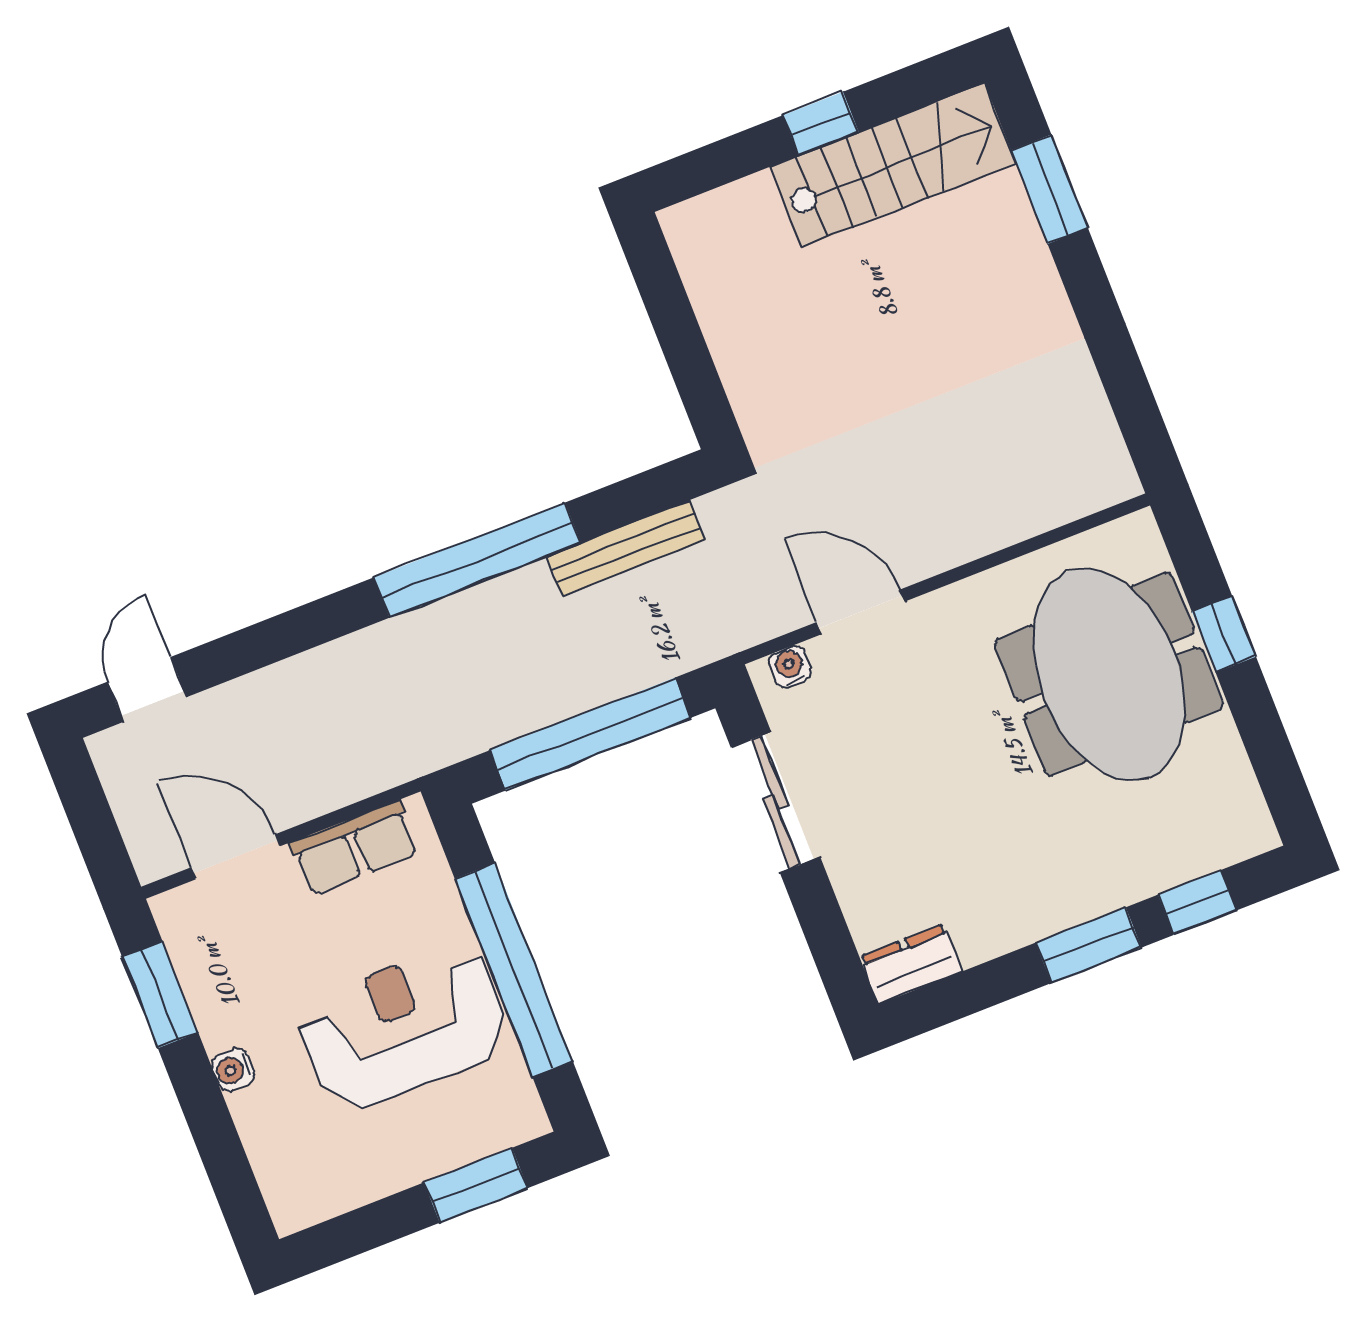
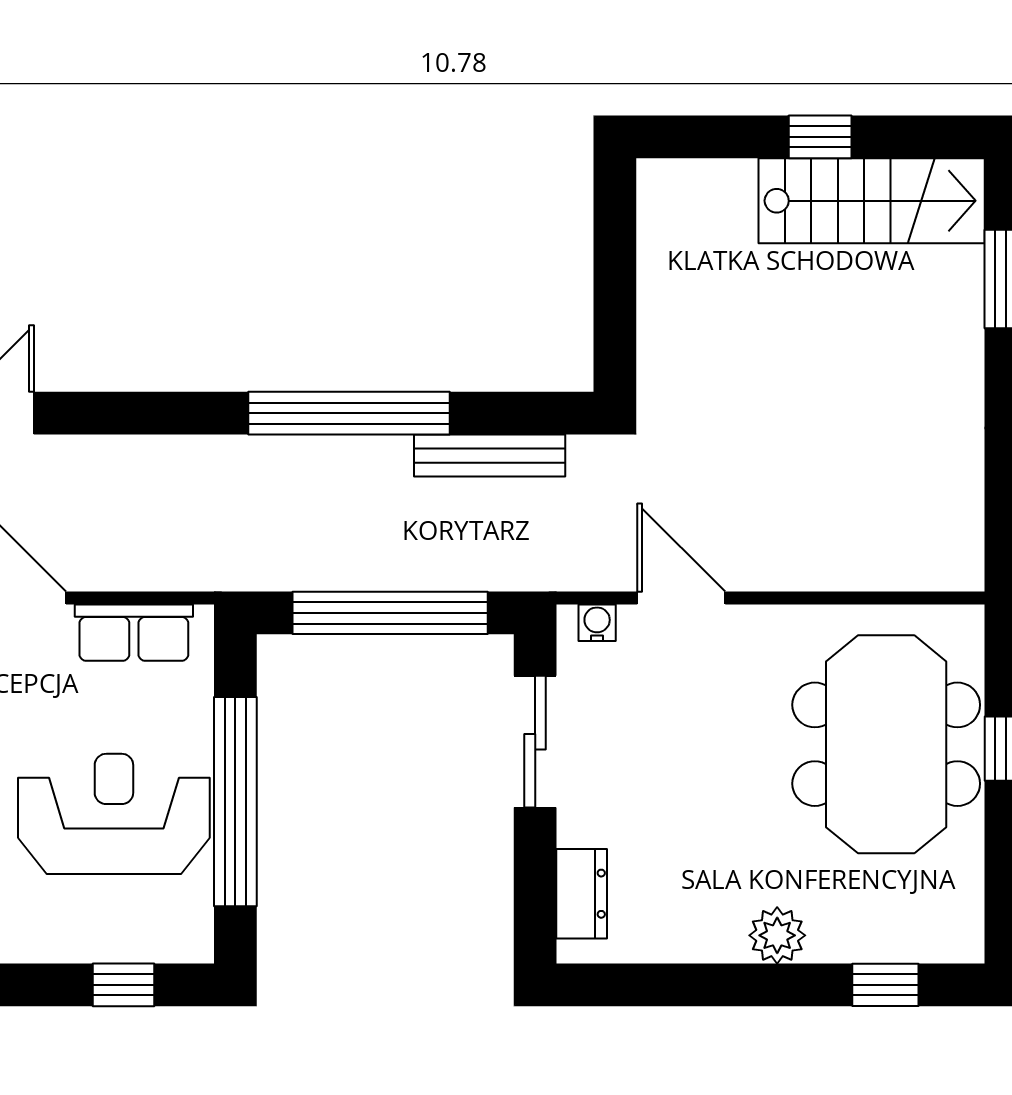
plant: (1077, 896) -> (777, 935), added
window: (1089, 945) -> (770, 985), removed
dresser: (911, 964) -> (582, 894), moved, turned 90
window: (476, 1185) -> (124, 985), width x0.67

